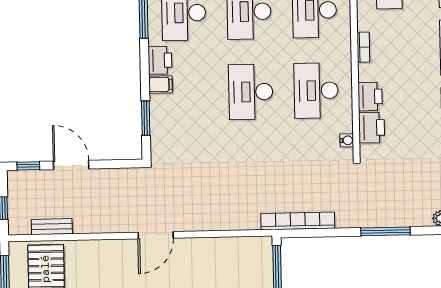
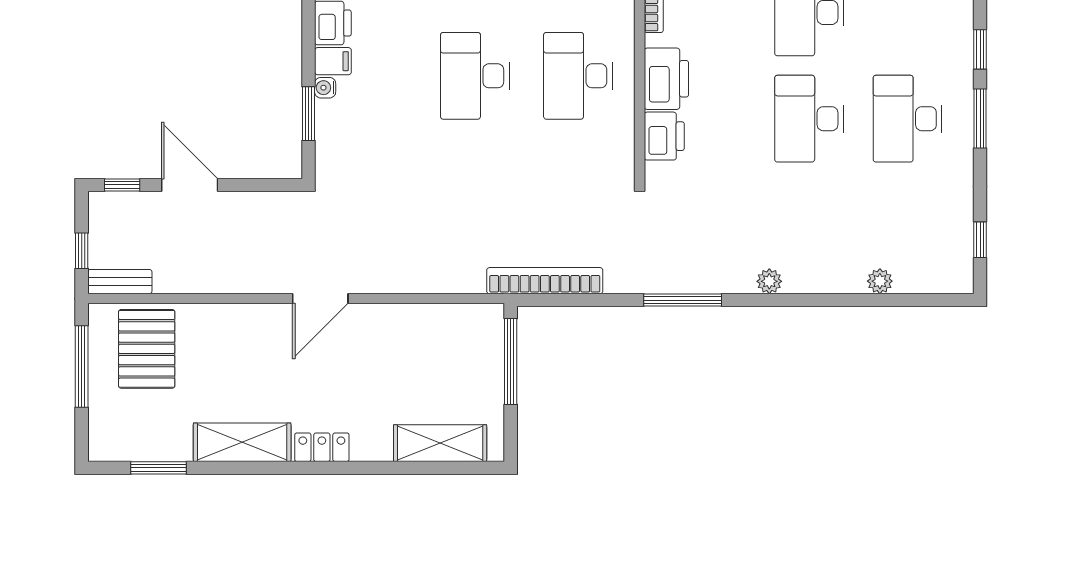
printer: (370, 97) -> (666, 79), width x1.37, depth x1.19
water cooler: (347, 140) -> (325, 88), moved, turned 180
bench: (52, 227) -> (120, 282), moved

